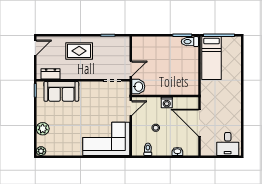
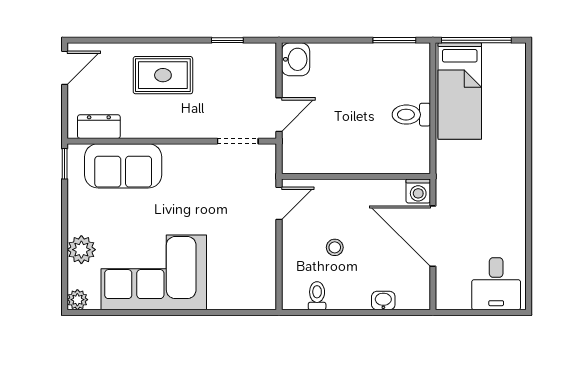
toilet: (190, 42) -> (411, 115), moved
washbasin: (138, 87) -> (296, 59), moved
washing machine: (167, 103) -> (418, 191), moved
corner sofa: (106, 139) -> (154, 272), moved

